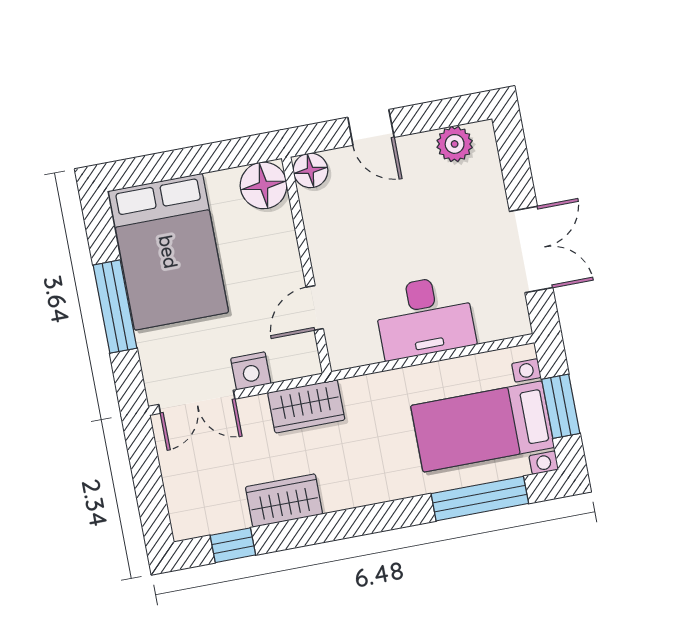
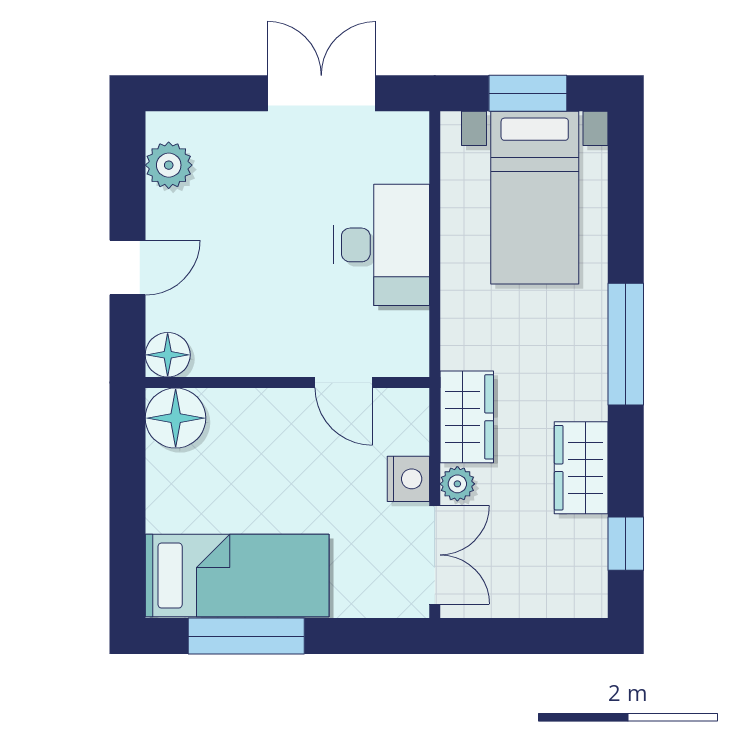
bed: (168, 252) -> (237, 576), width x0.67
window: (115, 307) -> (246, 636), moved
plant: (254, 409) -> (457, 484), added
window: (480, 499) -> (626, 344), moved

